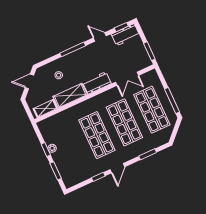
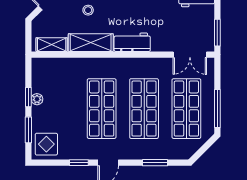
double door: (127, 79) -> (190, 55), moved
display table: (72, 175) -> (46, 144), added

